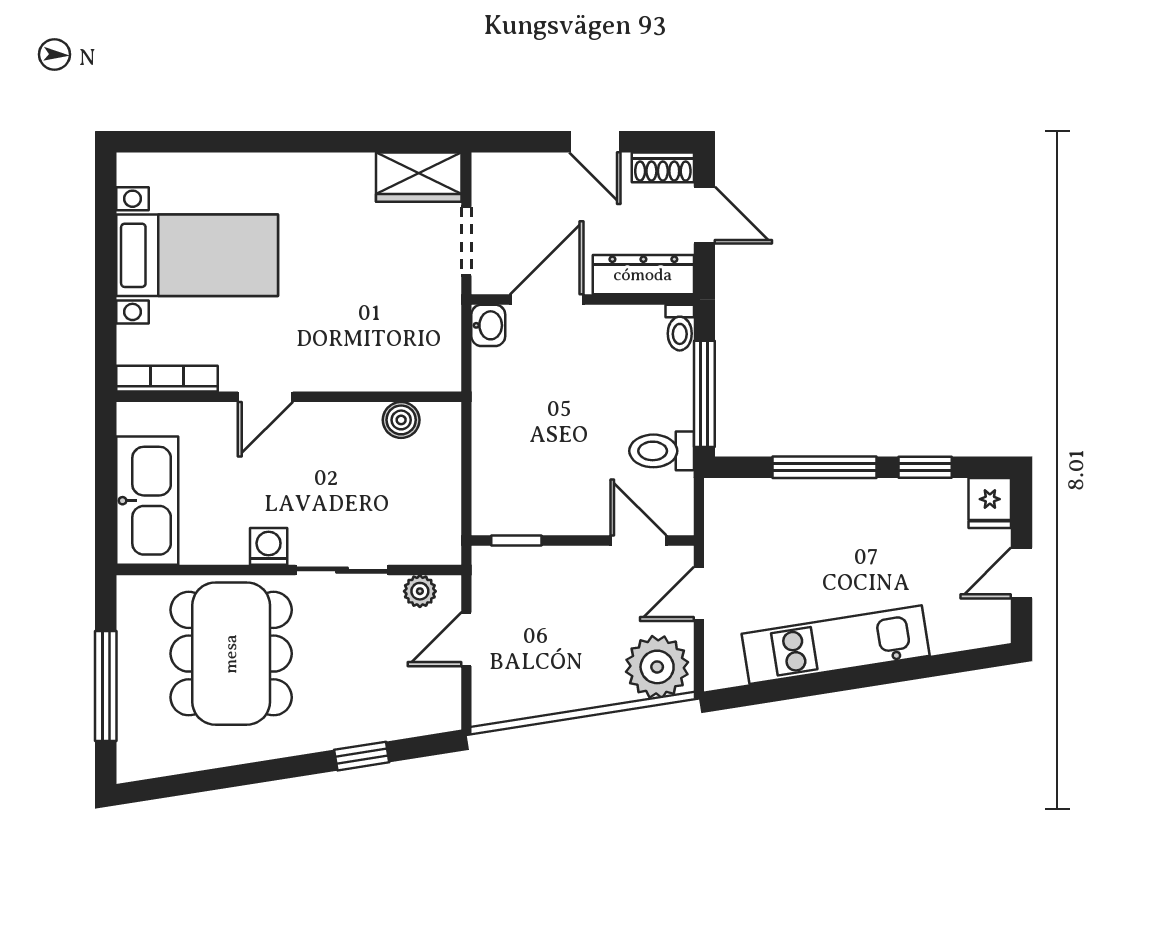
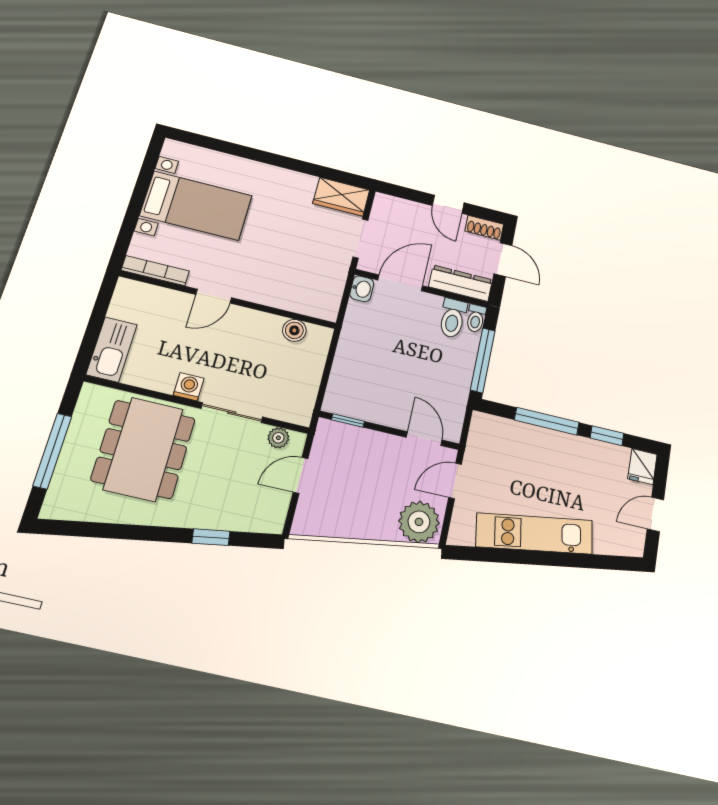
toilet: (662, 451) -> (453, 318), moved, turned -90
kitchen sink: (147, 501) -> (112, 349), width x0.73, depth x0.81

